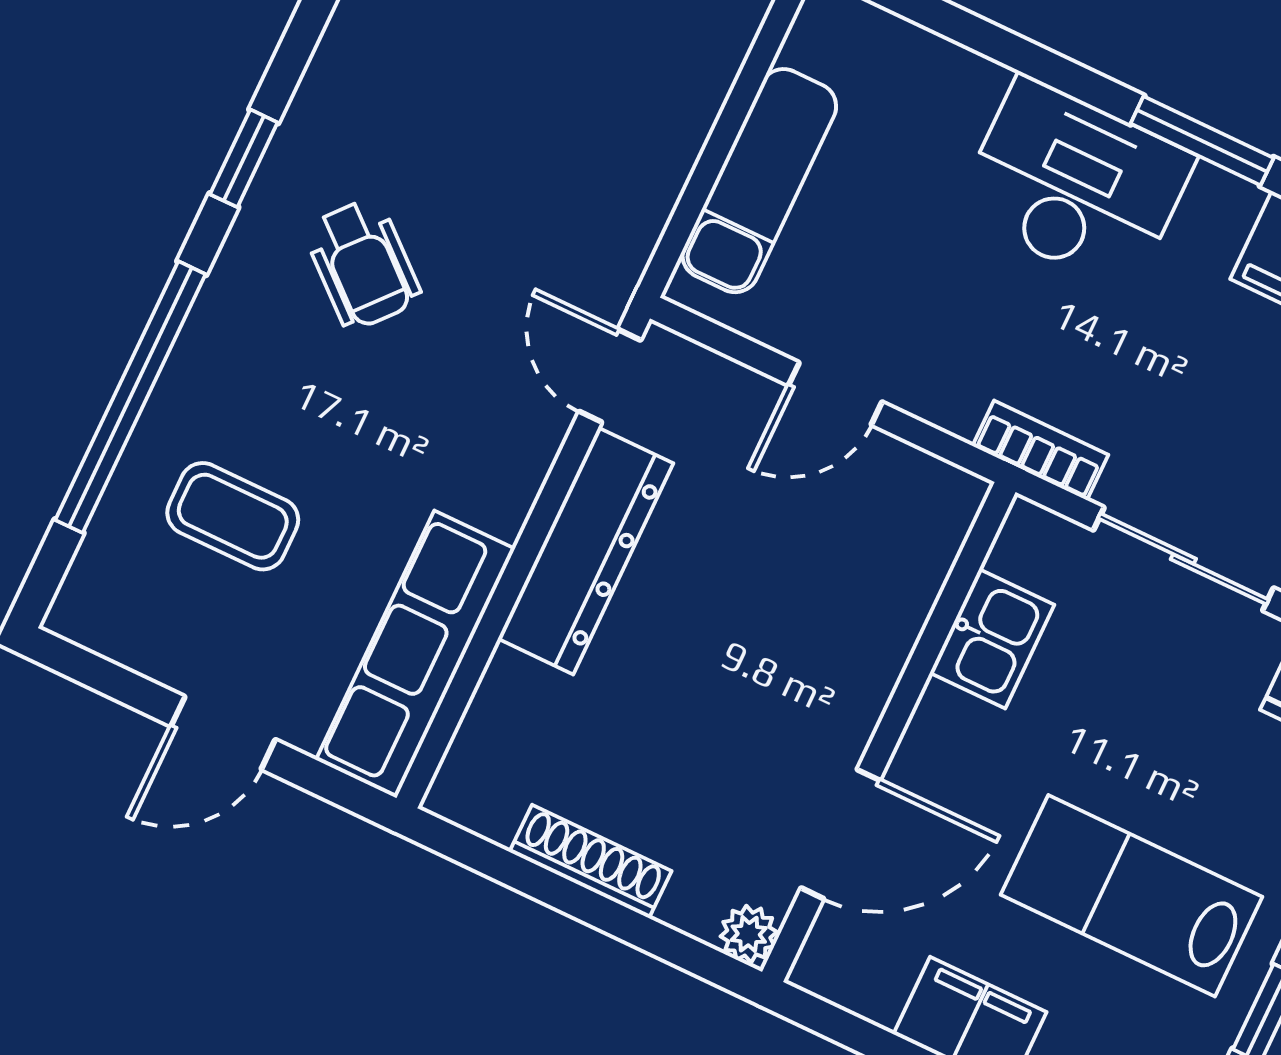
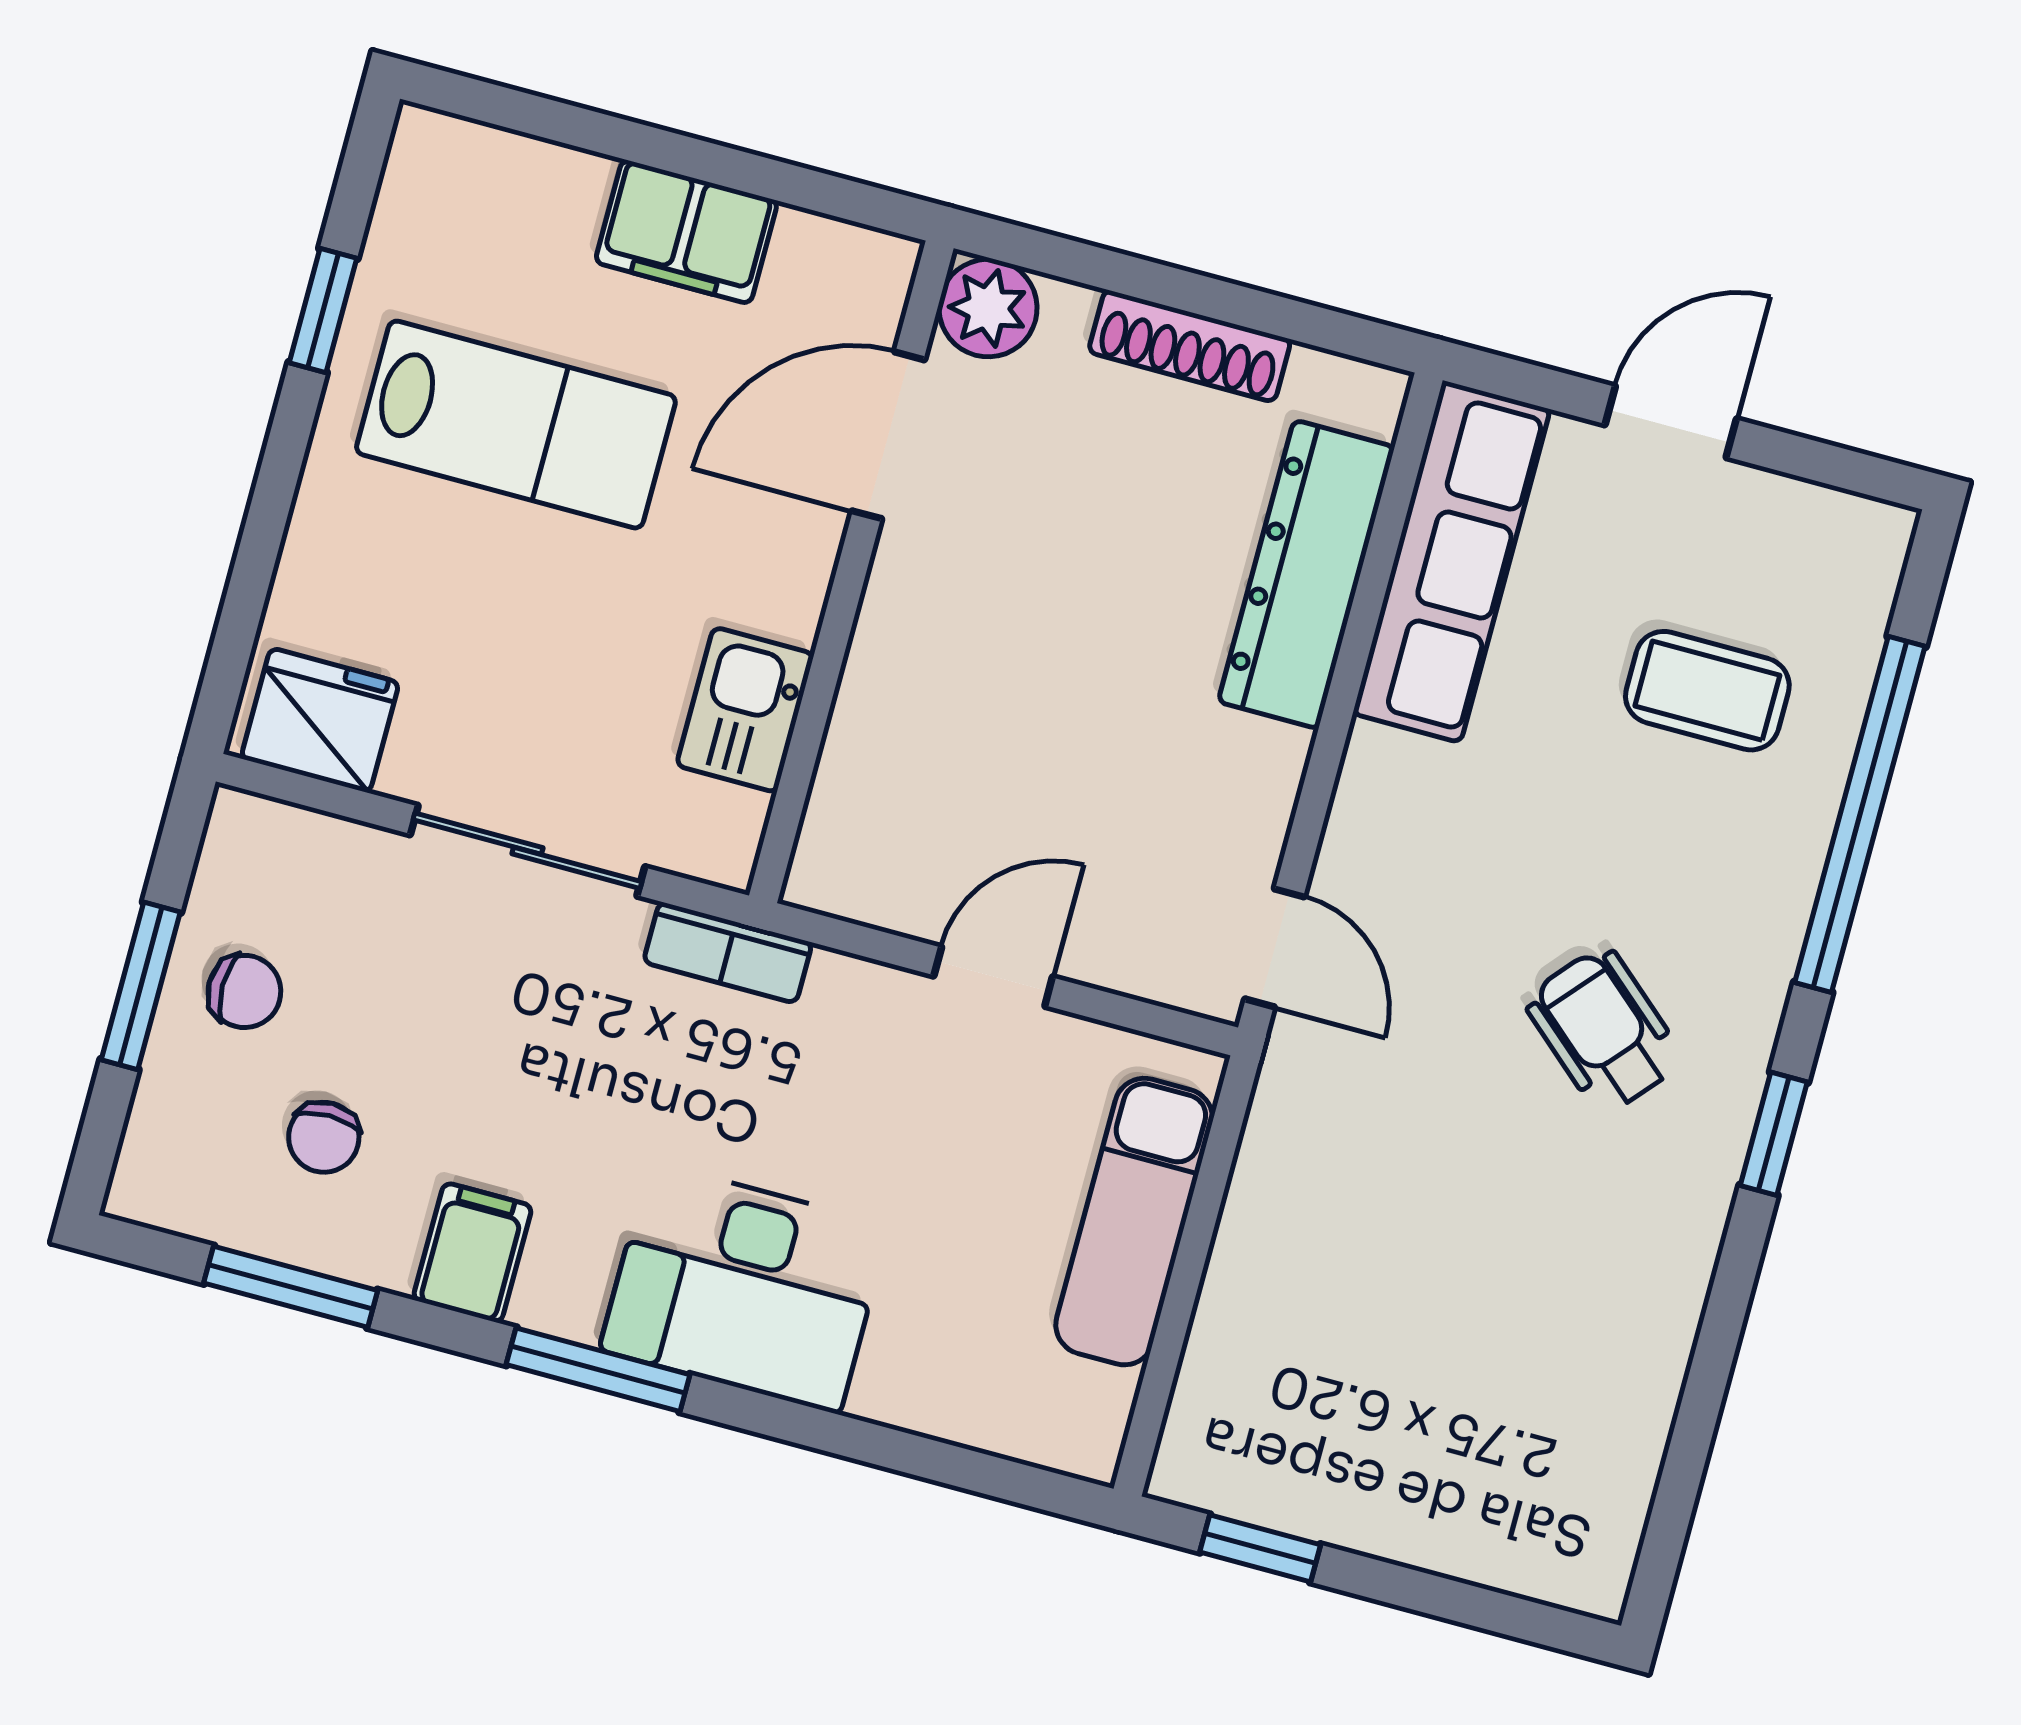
dresser: (586, 551) -> (1306, 574), moved
plant: (749, 934) -> (988, 308), width x1.38, depth x1.38

